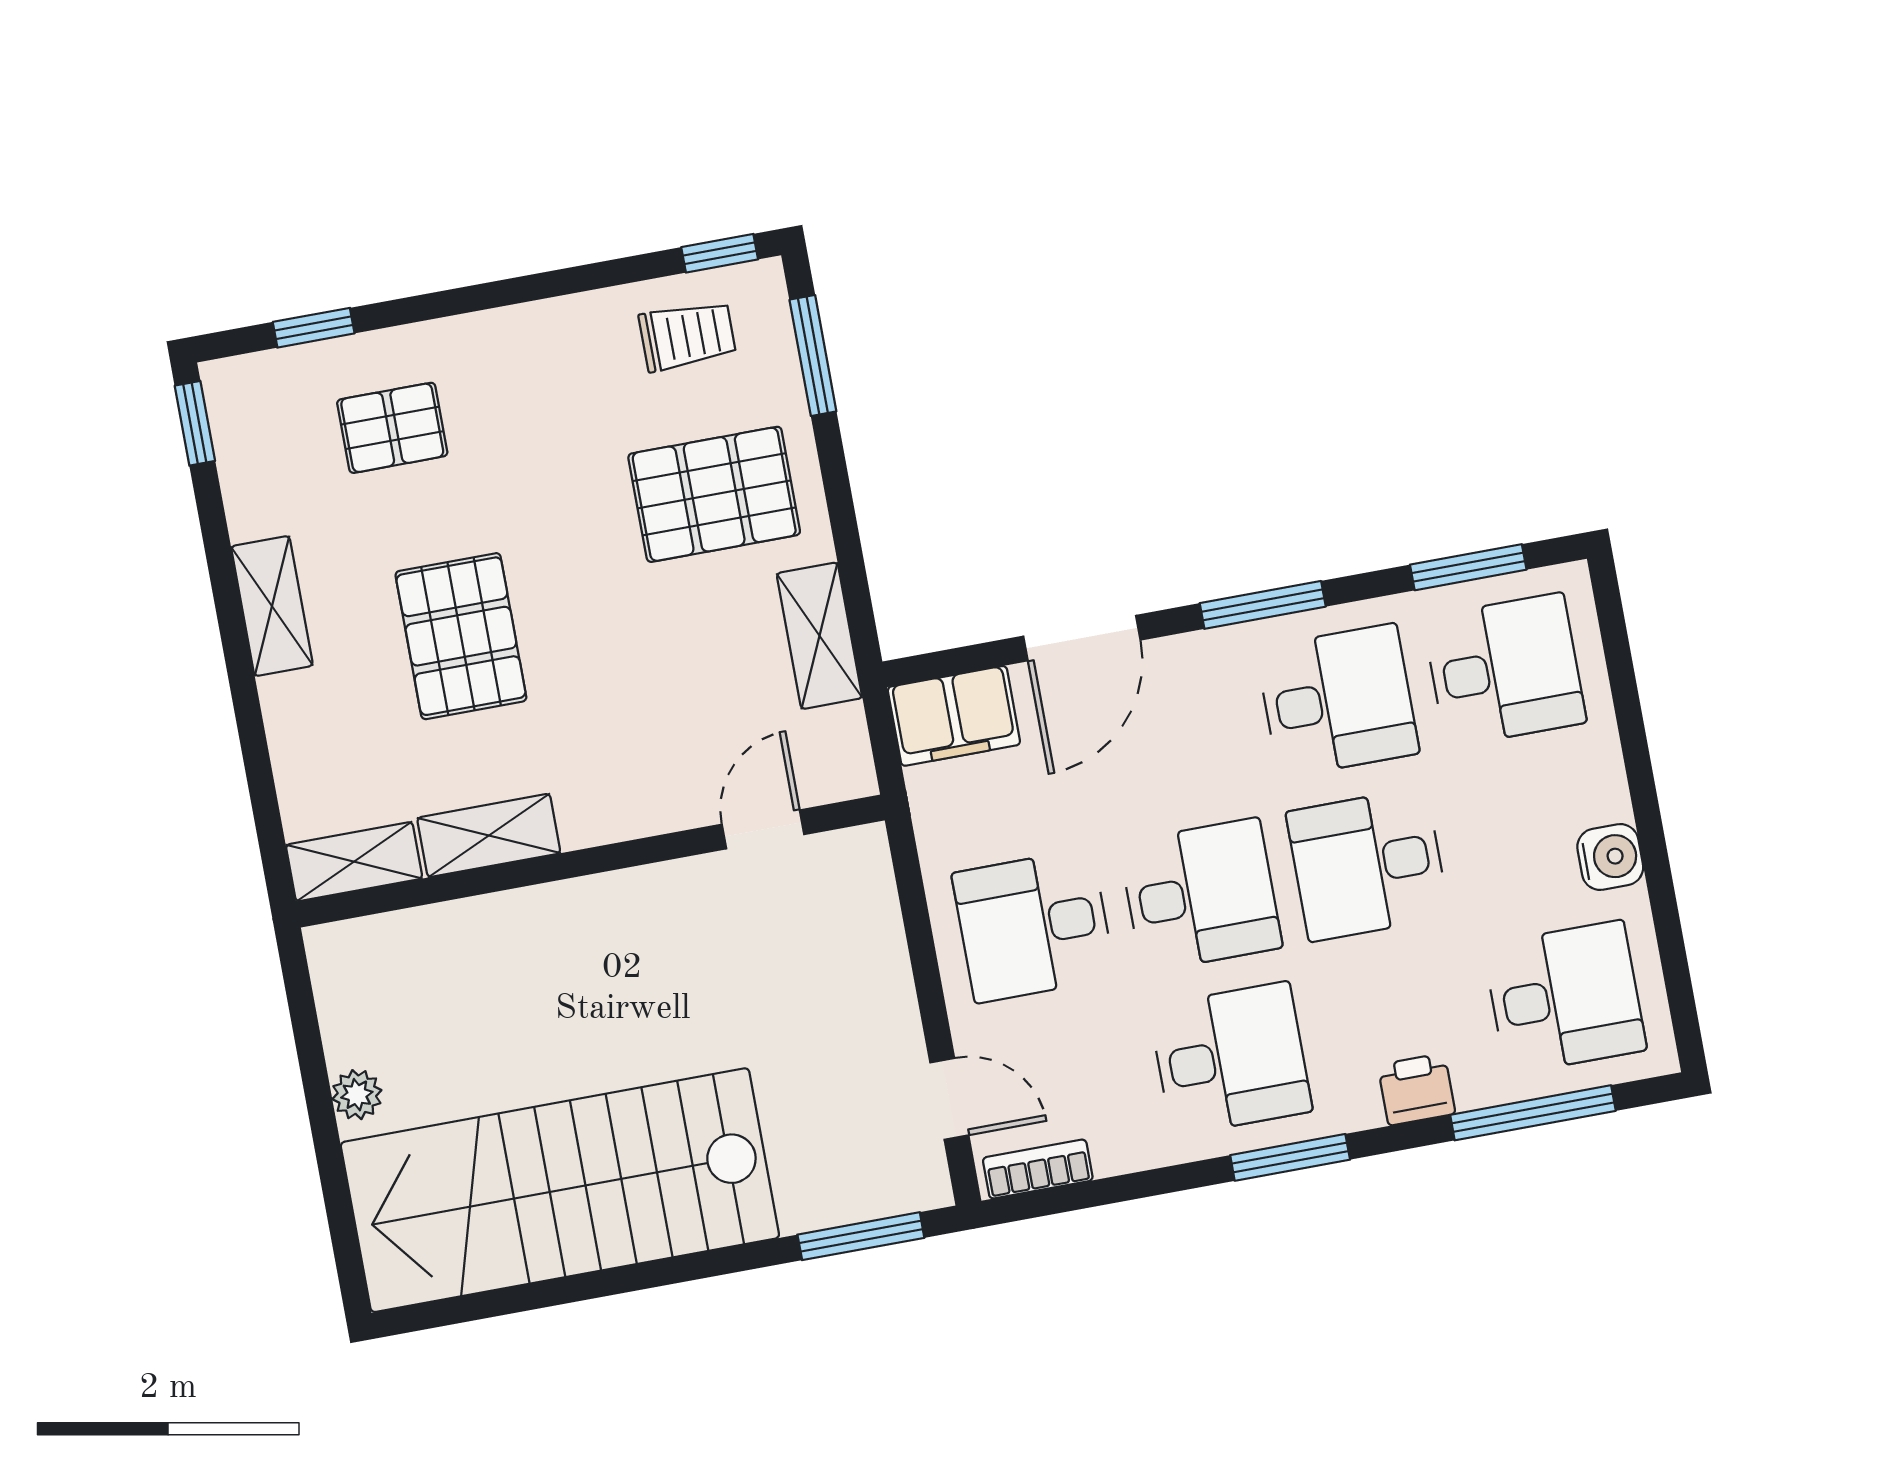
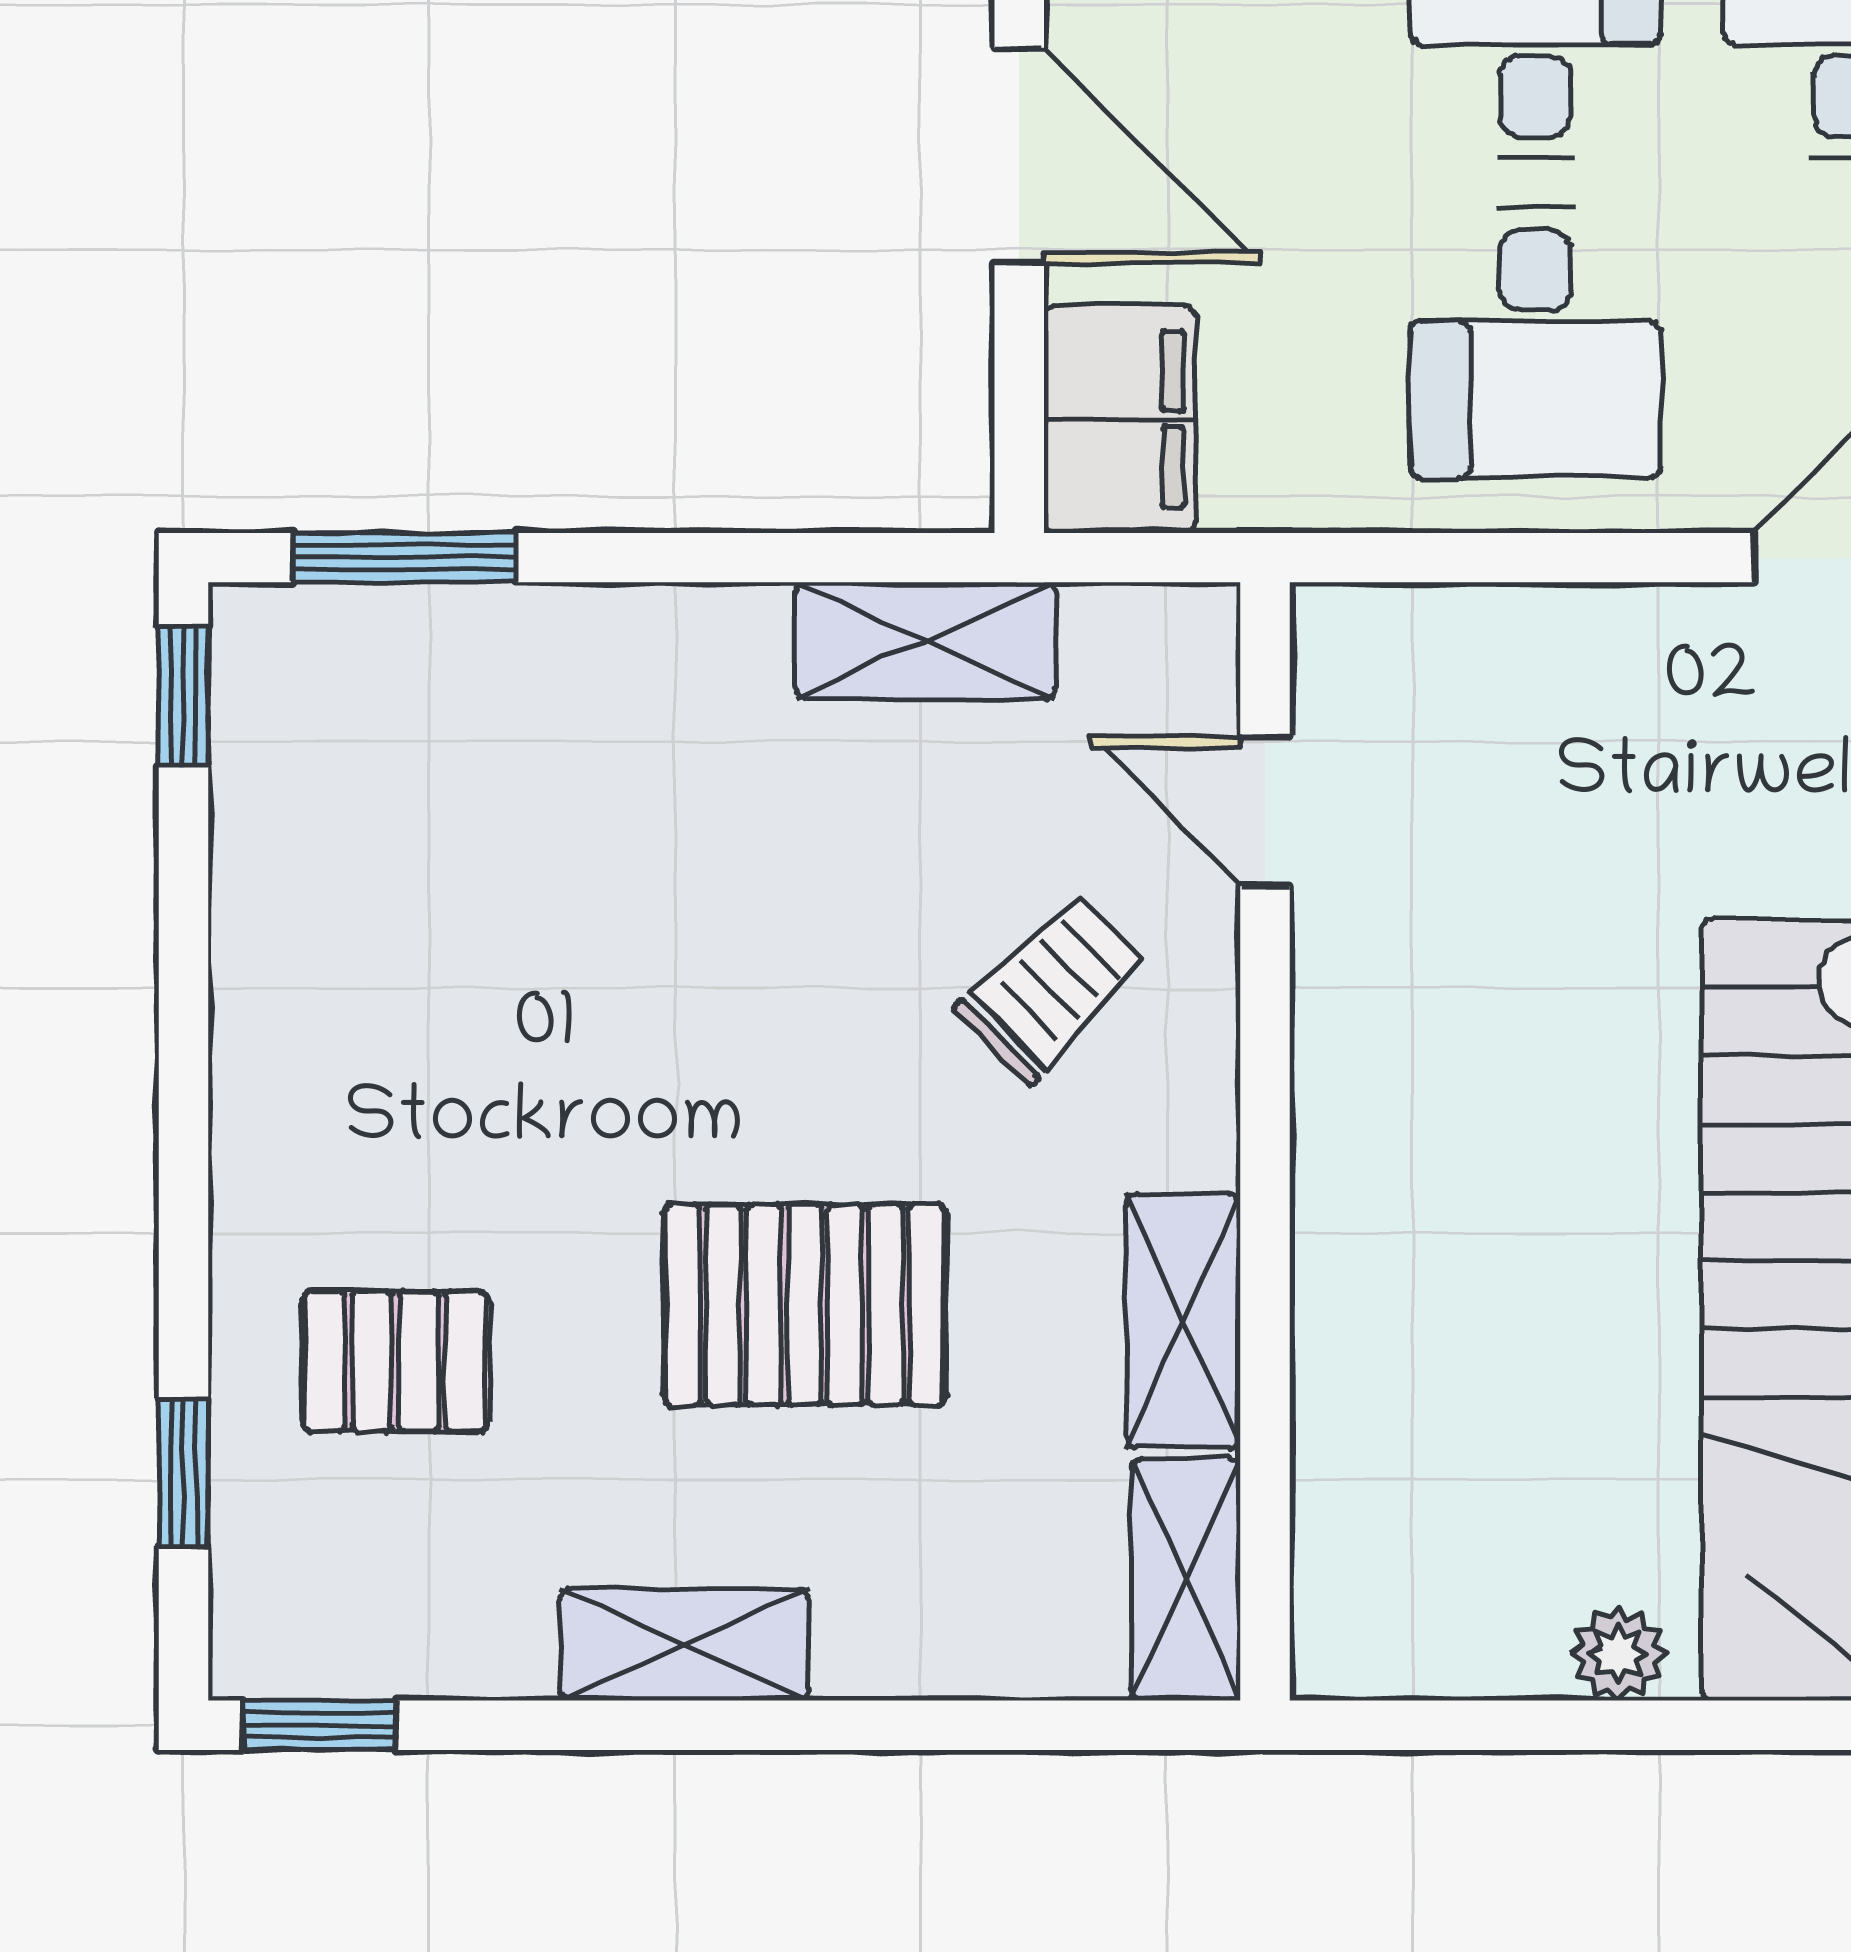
trolley: (687, 336) -> (1051, 988), moved, turned 45
pallet: (392, 428) -> (395, 1361), turned 90
pallet: (714, 494) -> (628, 788), removed

